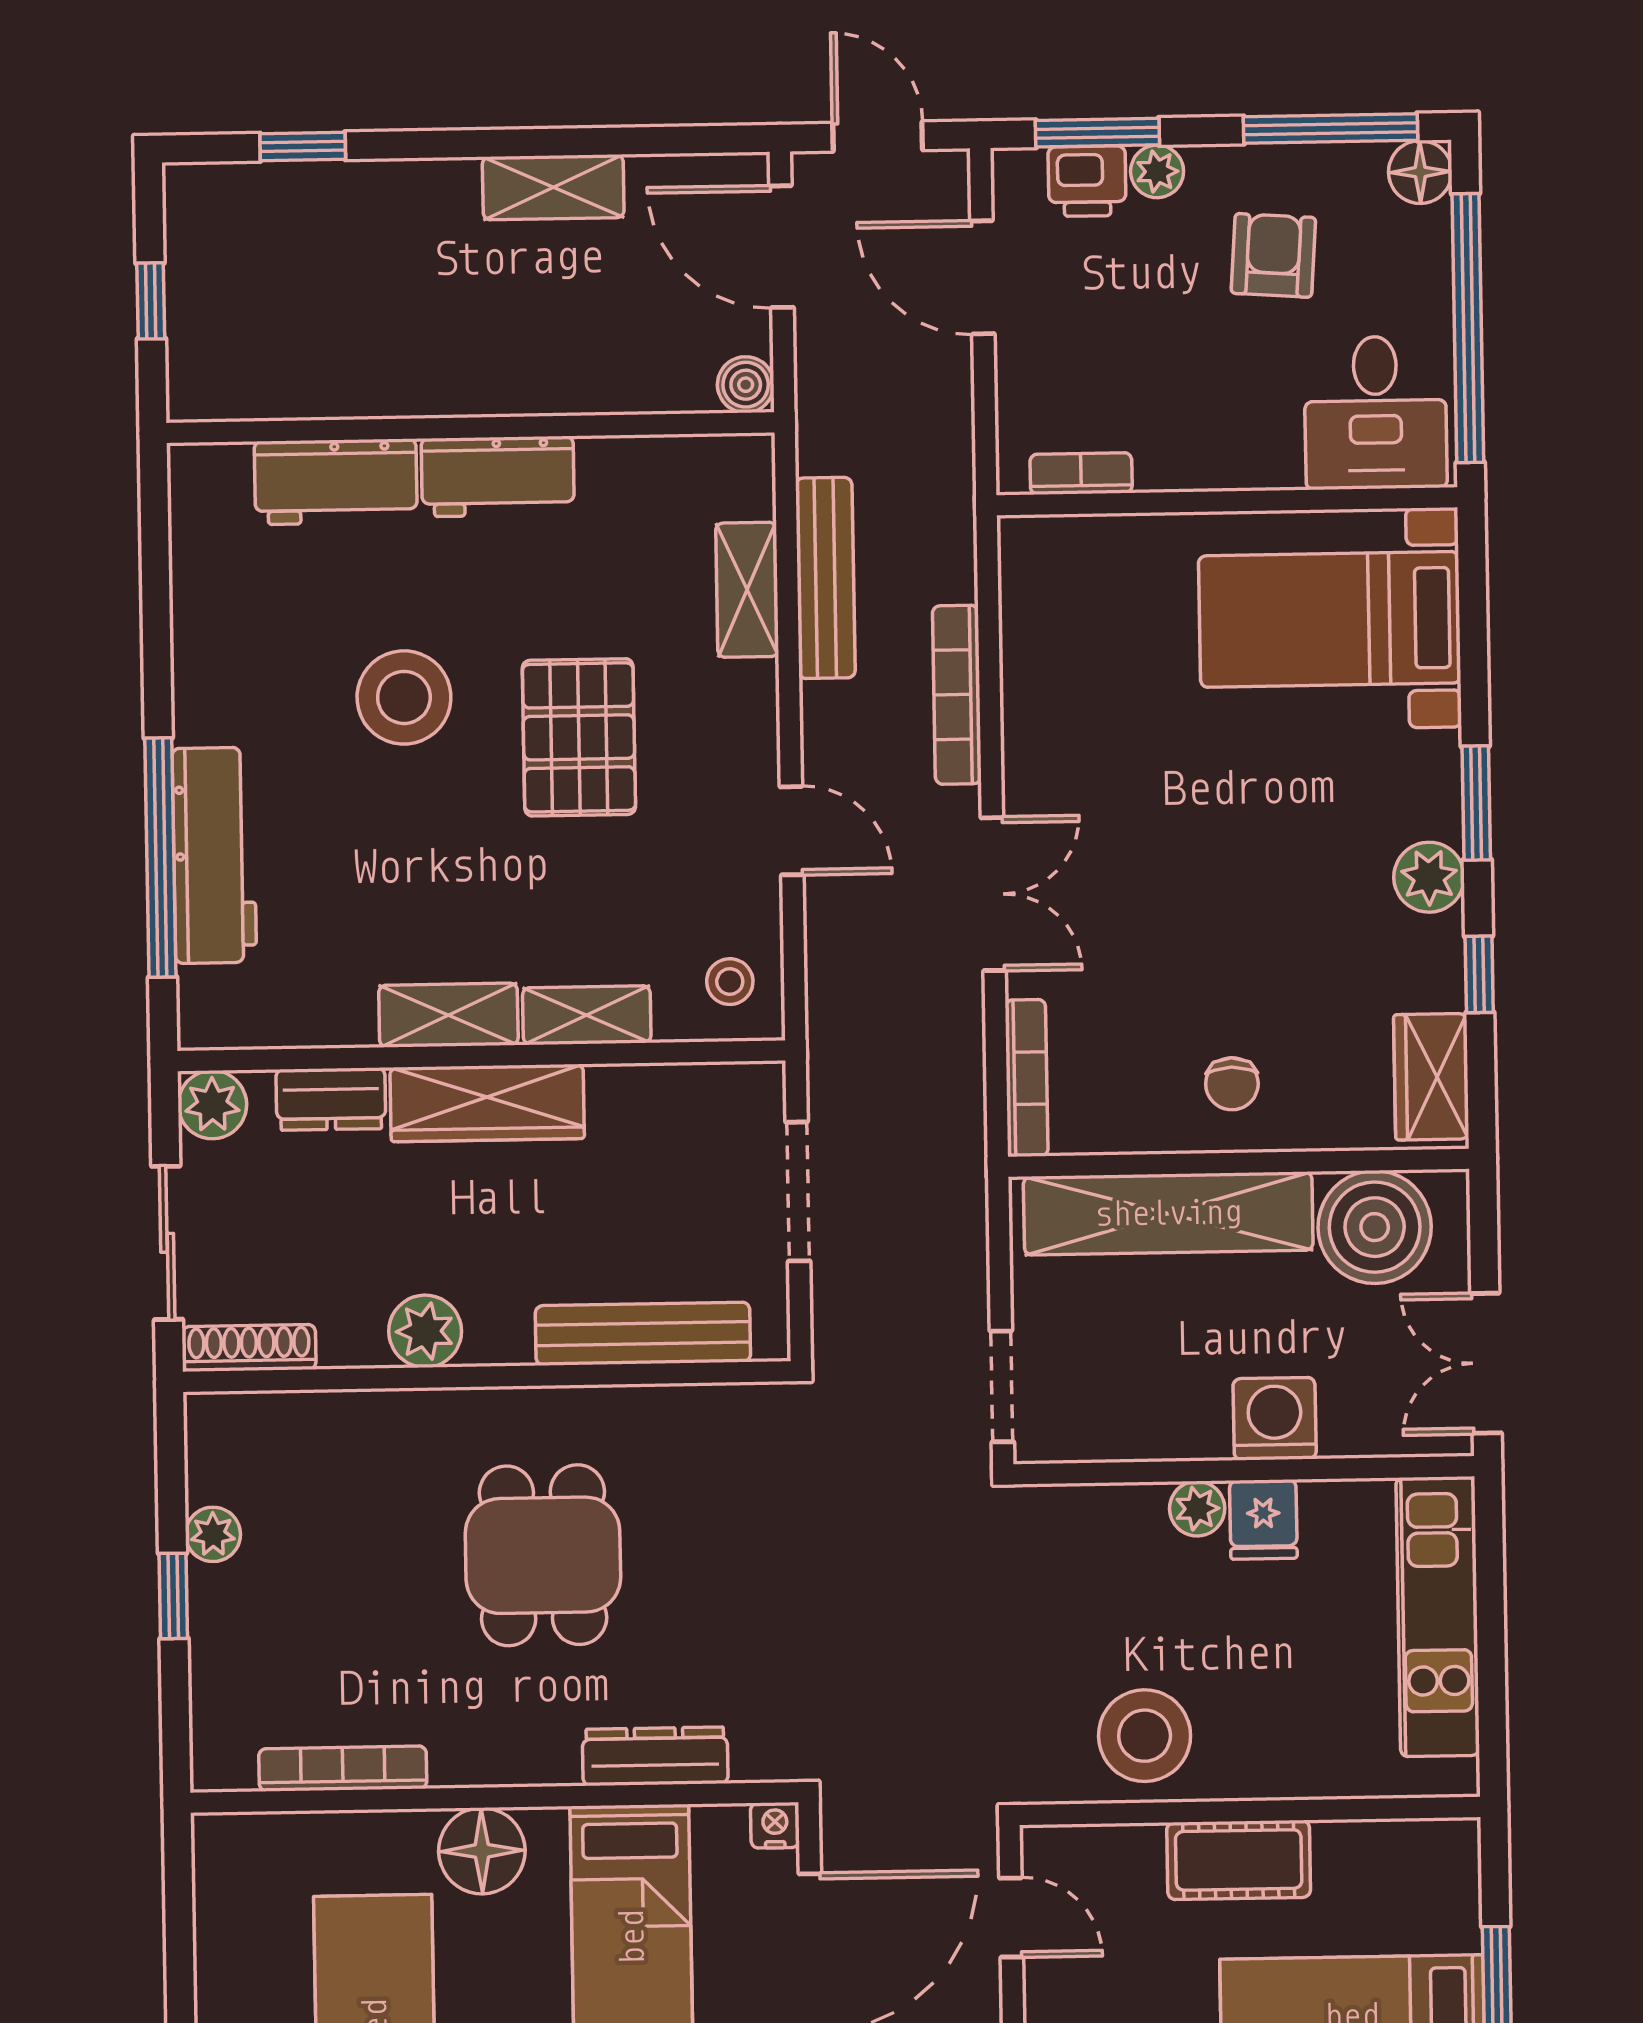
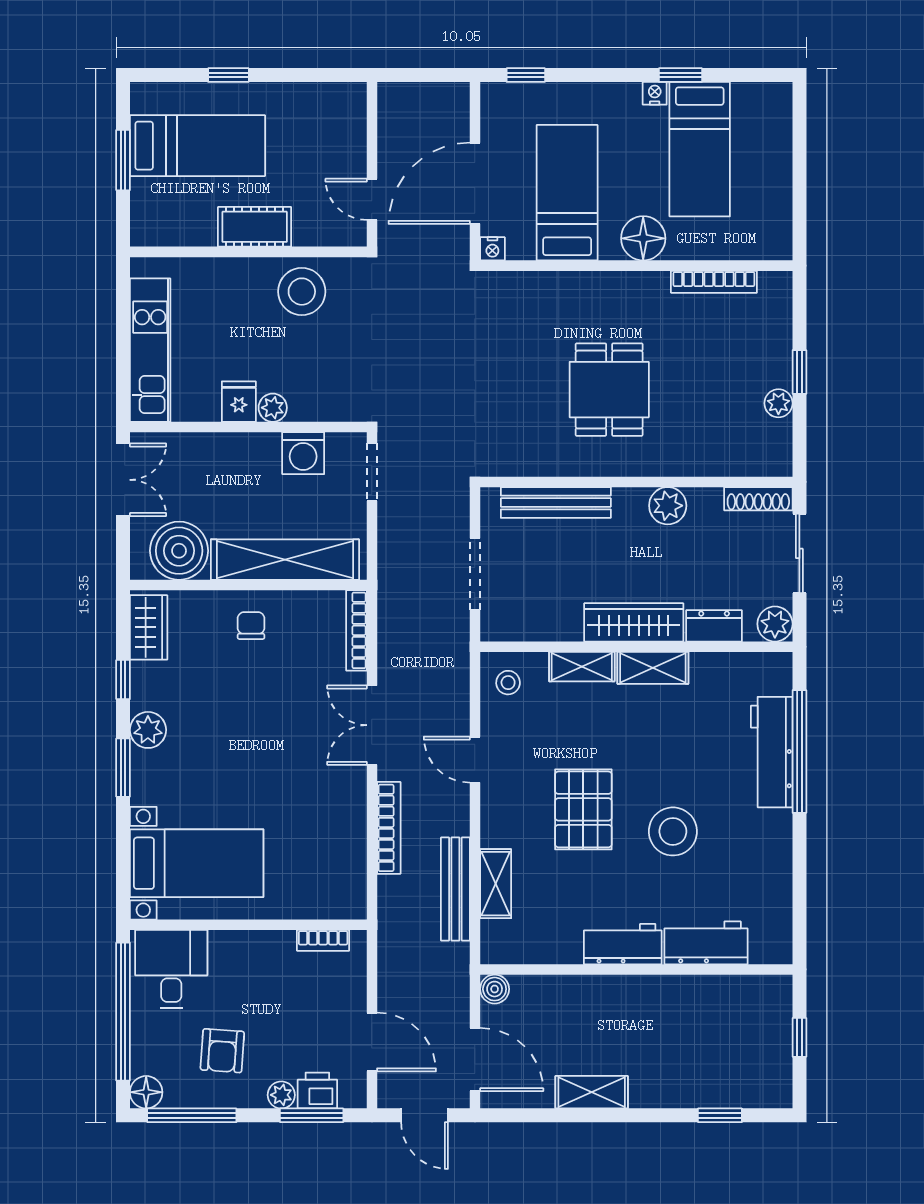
washing machine: (1275, 1419) -> (303, 453), moved
dresser: (655, 1756) -> (553, 285), removed

